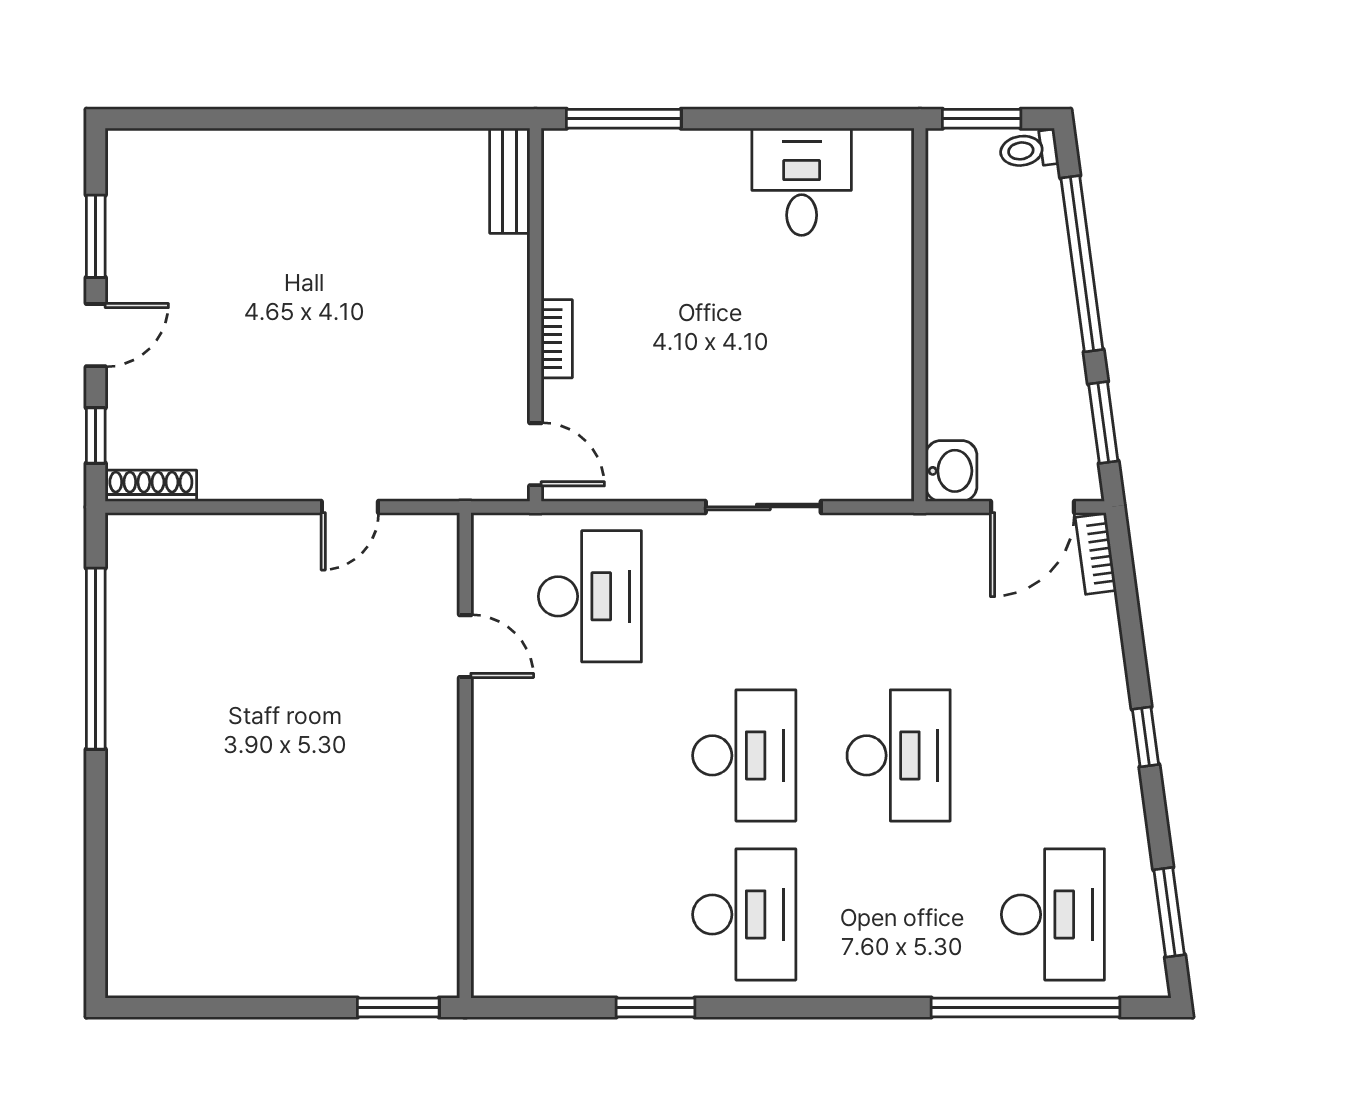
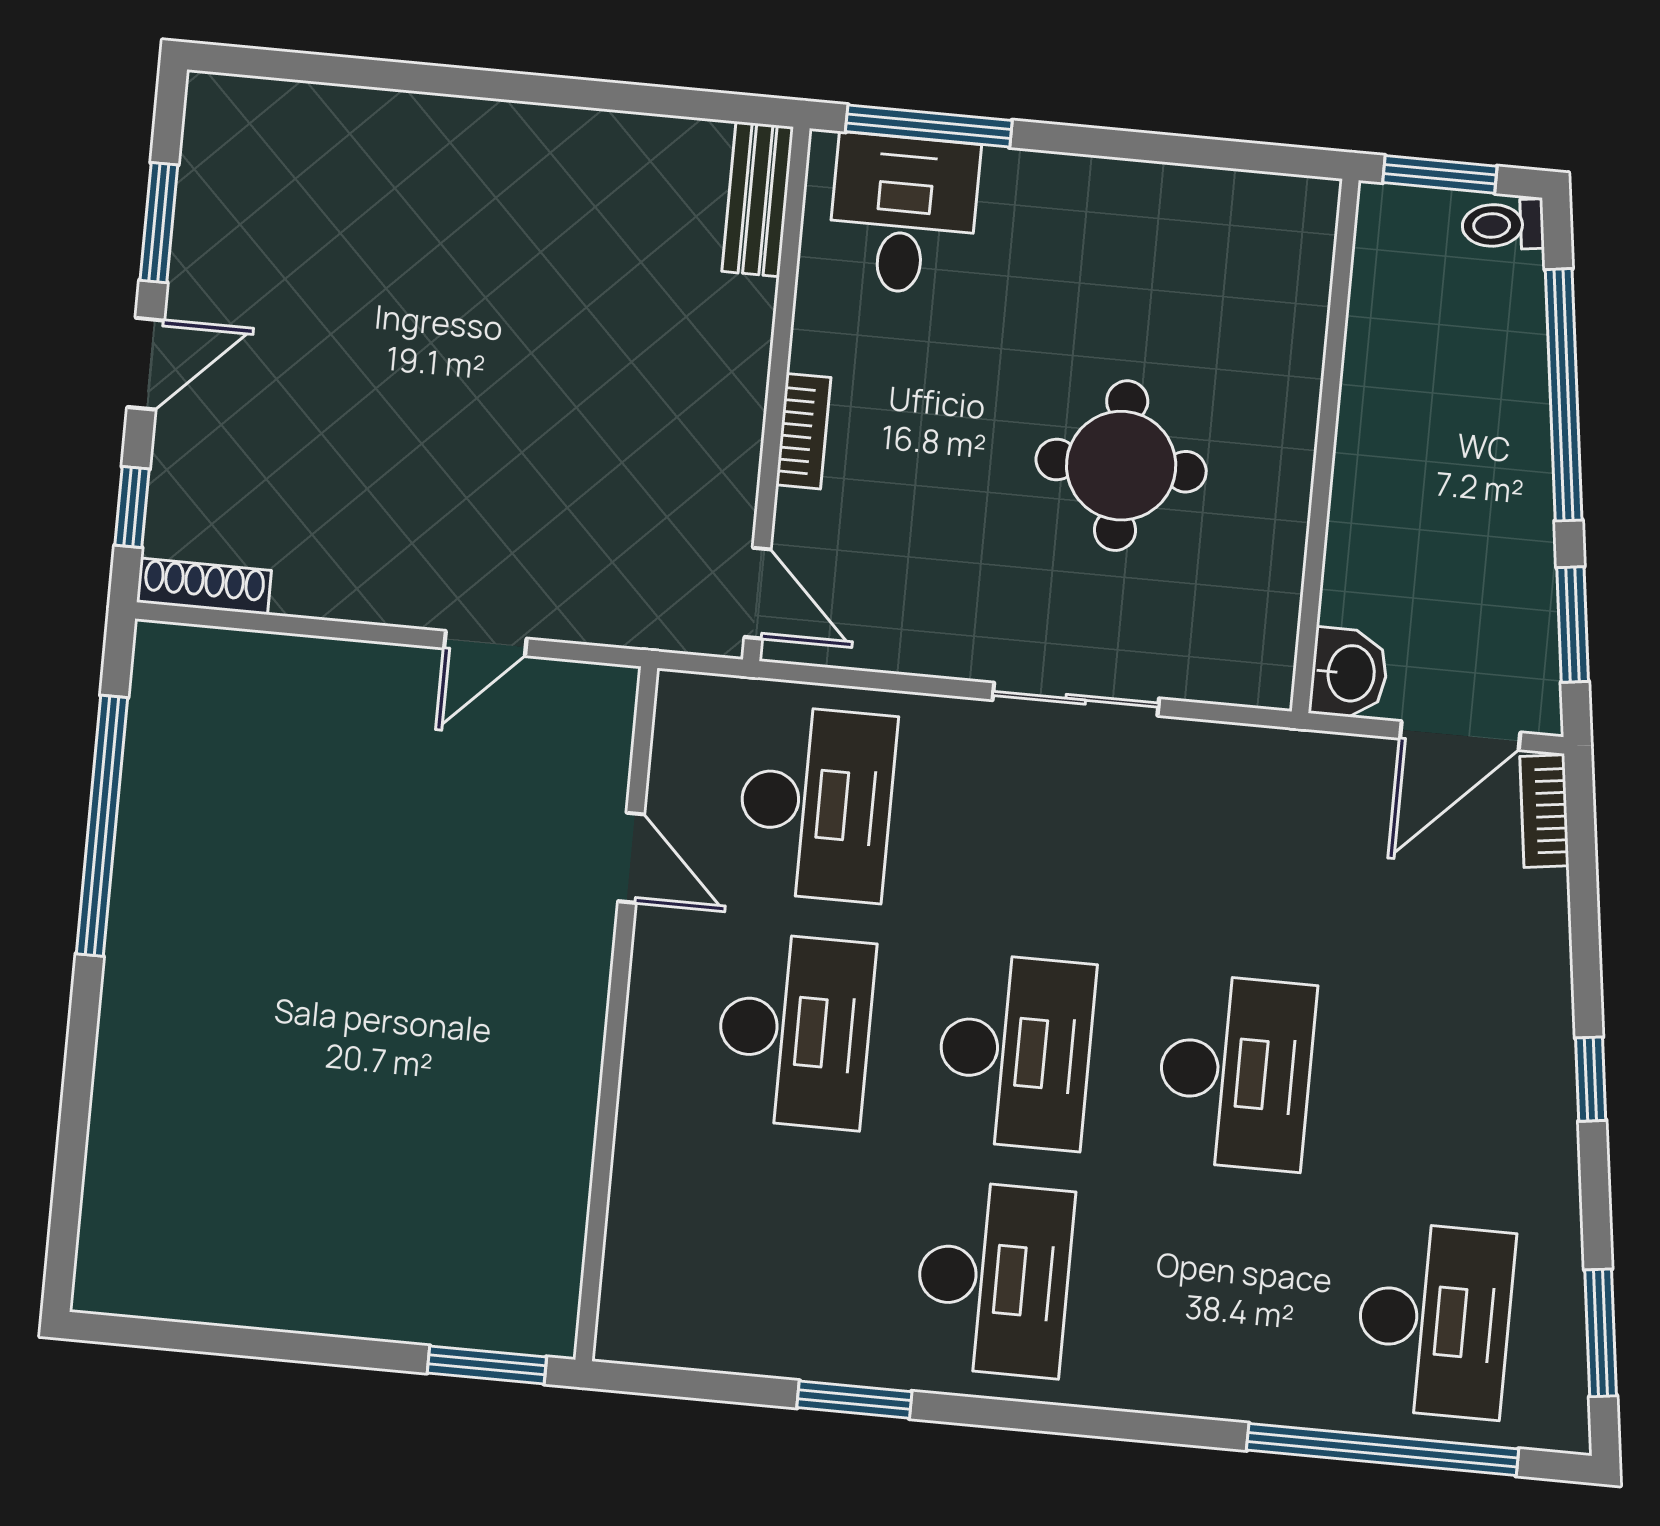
desk: (802, 182) -> (903, 214), moved
round table: (779, 342) -> (1121, 466), added
desk: (590, 755) -> (795, 1031), added

